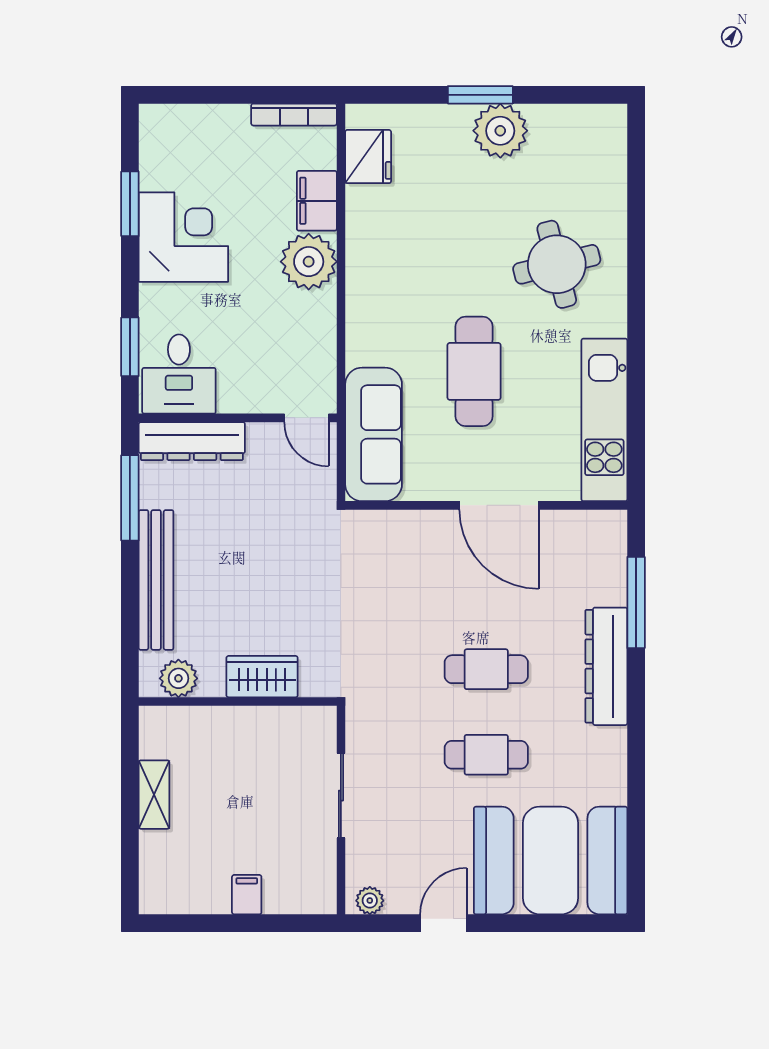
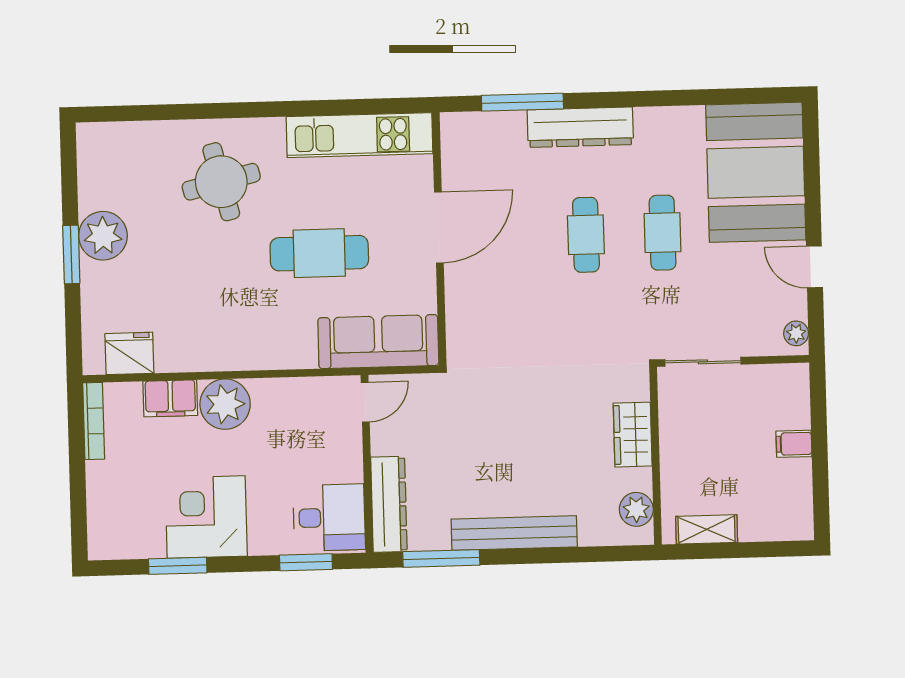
wardrobe: (262, 677) -> (633, 435), moved
plant: (178, 678) -> (636, 509), moved
wall: (238, 701) -> (656, 456), moved

